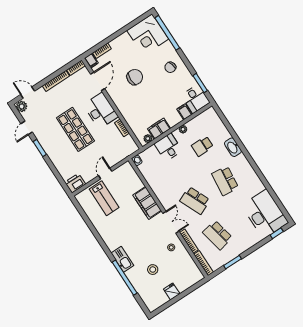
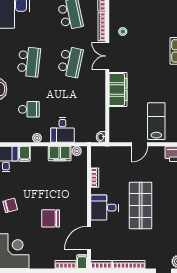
desk: (101, 111) -> (104, 208), width x0.73
school desk: (195, 200) -> (70, 62), turned 36
stool: (153, 270) -> (154, 22), removed

